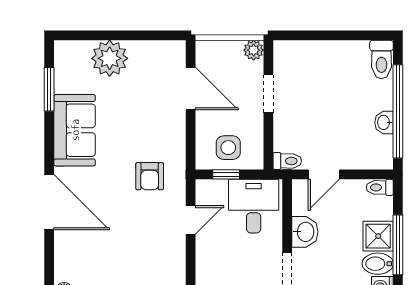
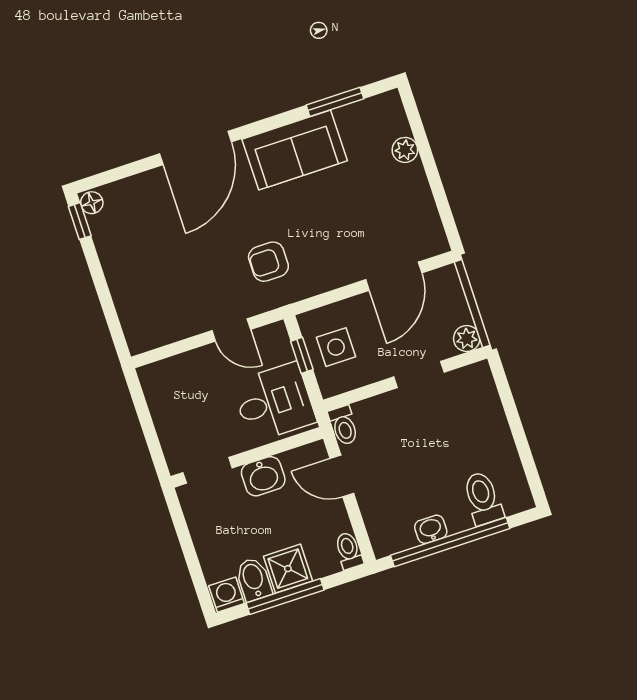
plant: (110, 58) -> (405, 150), width x0.53, depth x0.53
toilet: (381, 59) -> (483, 498), moved, turned 90

